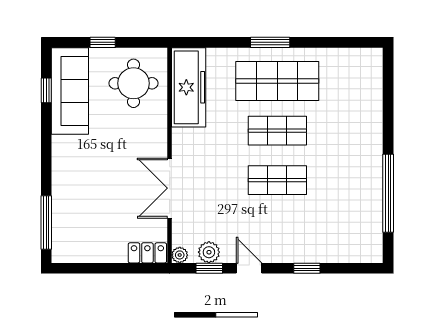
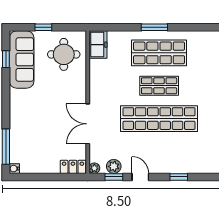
freezer: (189, 87) -> (98, 45), width x0.52, depth x0.79
shop shelf: (277, 180) -> (159, 119), width x2.00, depth x1.36
water cooler: (59, 256) -> (14, 169), added

